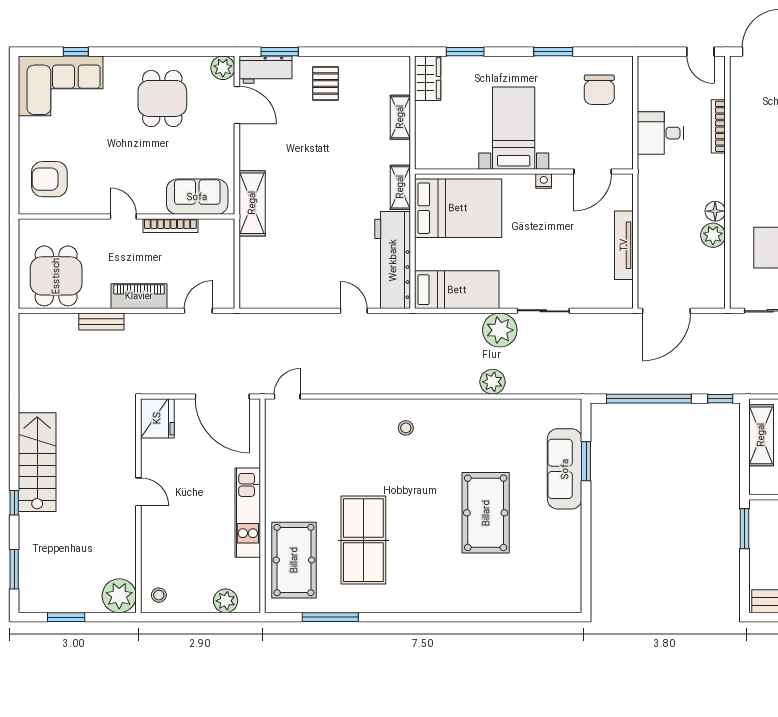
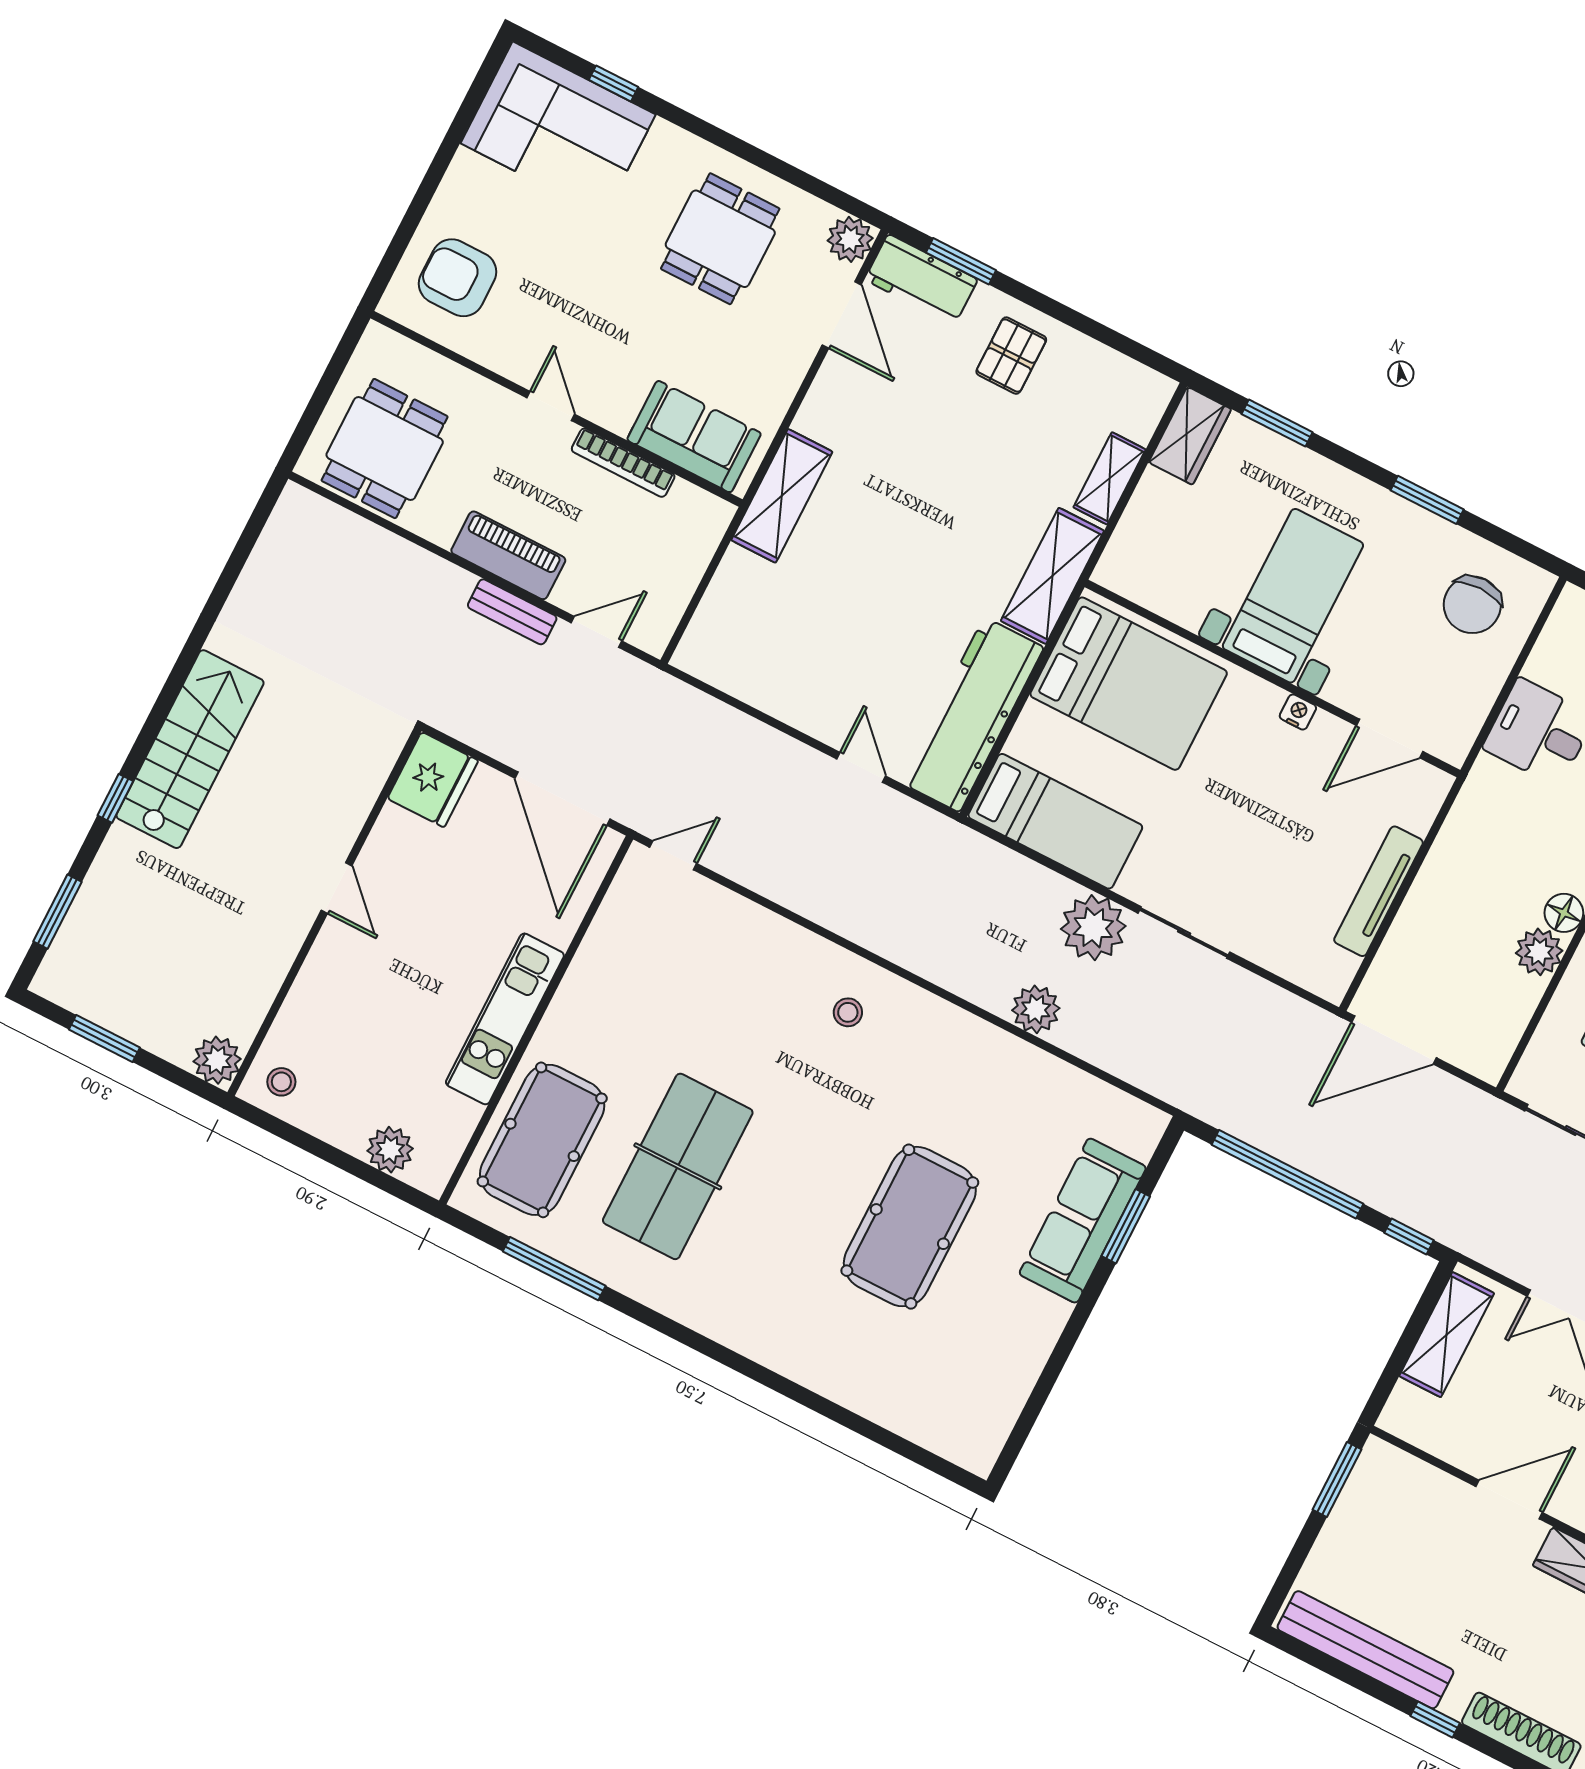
shelving: (400, 187) -> (1052, 576), width x1.50, depth x1.33
bench: (101, 322) -> (512, 612), moved
plant: (119, 596) -> (217, 1060), width x0.73, depth x0.73

